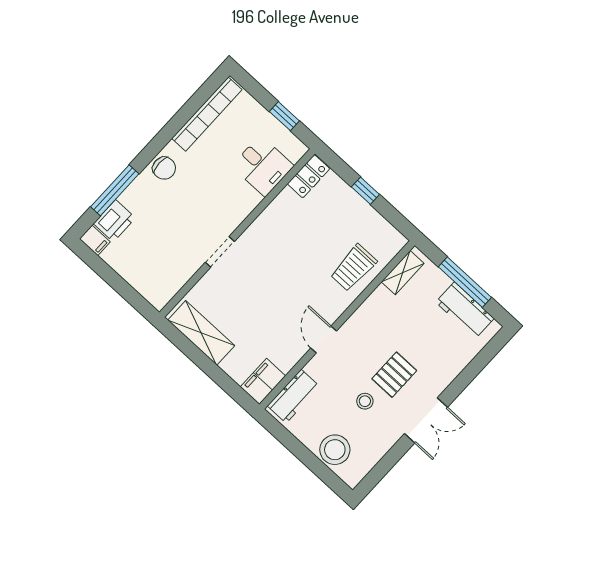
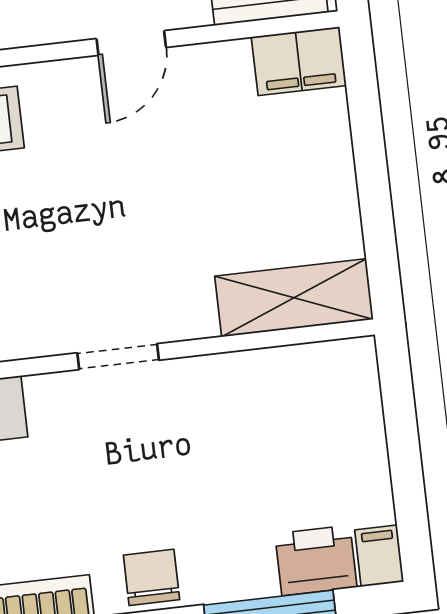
doorway: (220, 252) -> (118, 357), moved
shelving: (201, 333) -> (294, 298), moved, turned 90

